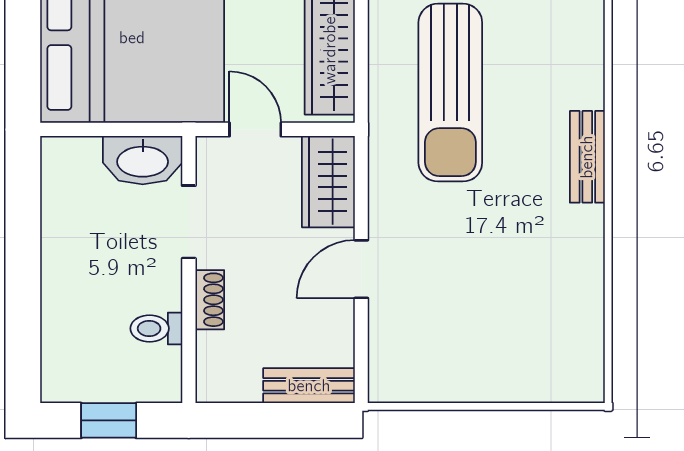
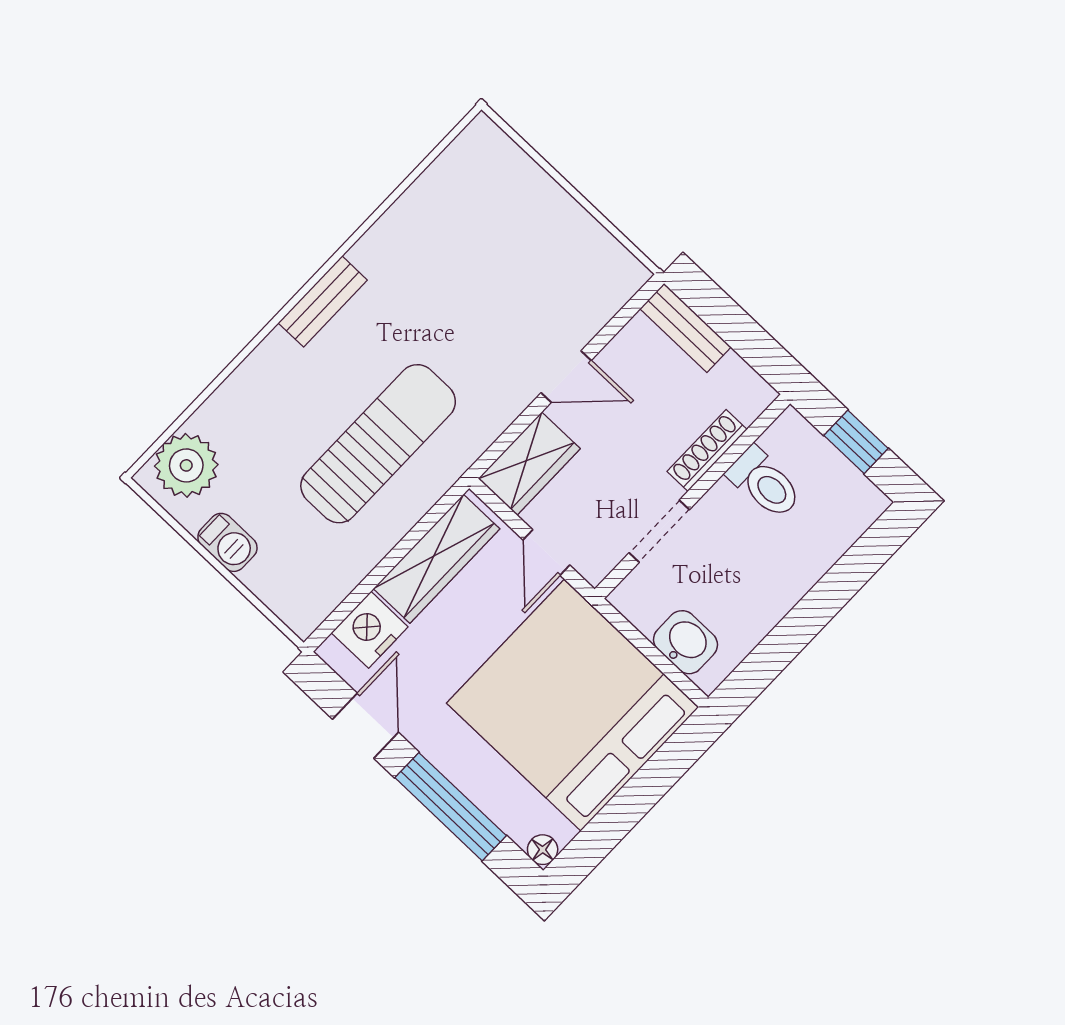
washbasin: (143, 160) -> (686, 642), moved, width x0.72
shoe rack: (210, 300) -> (707, 450), width x1.43
toilet: (156, 328) -> (764, 483), width x1.37, depth x1.39

